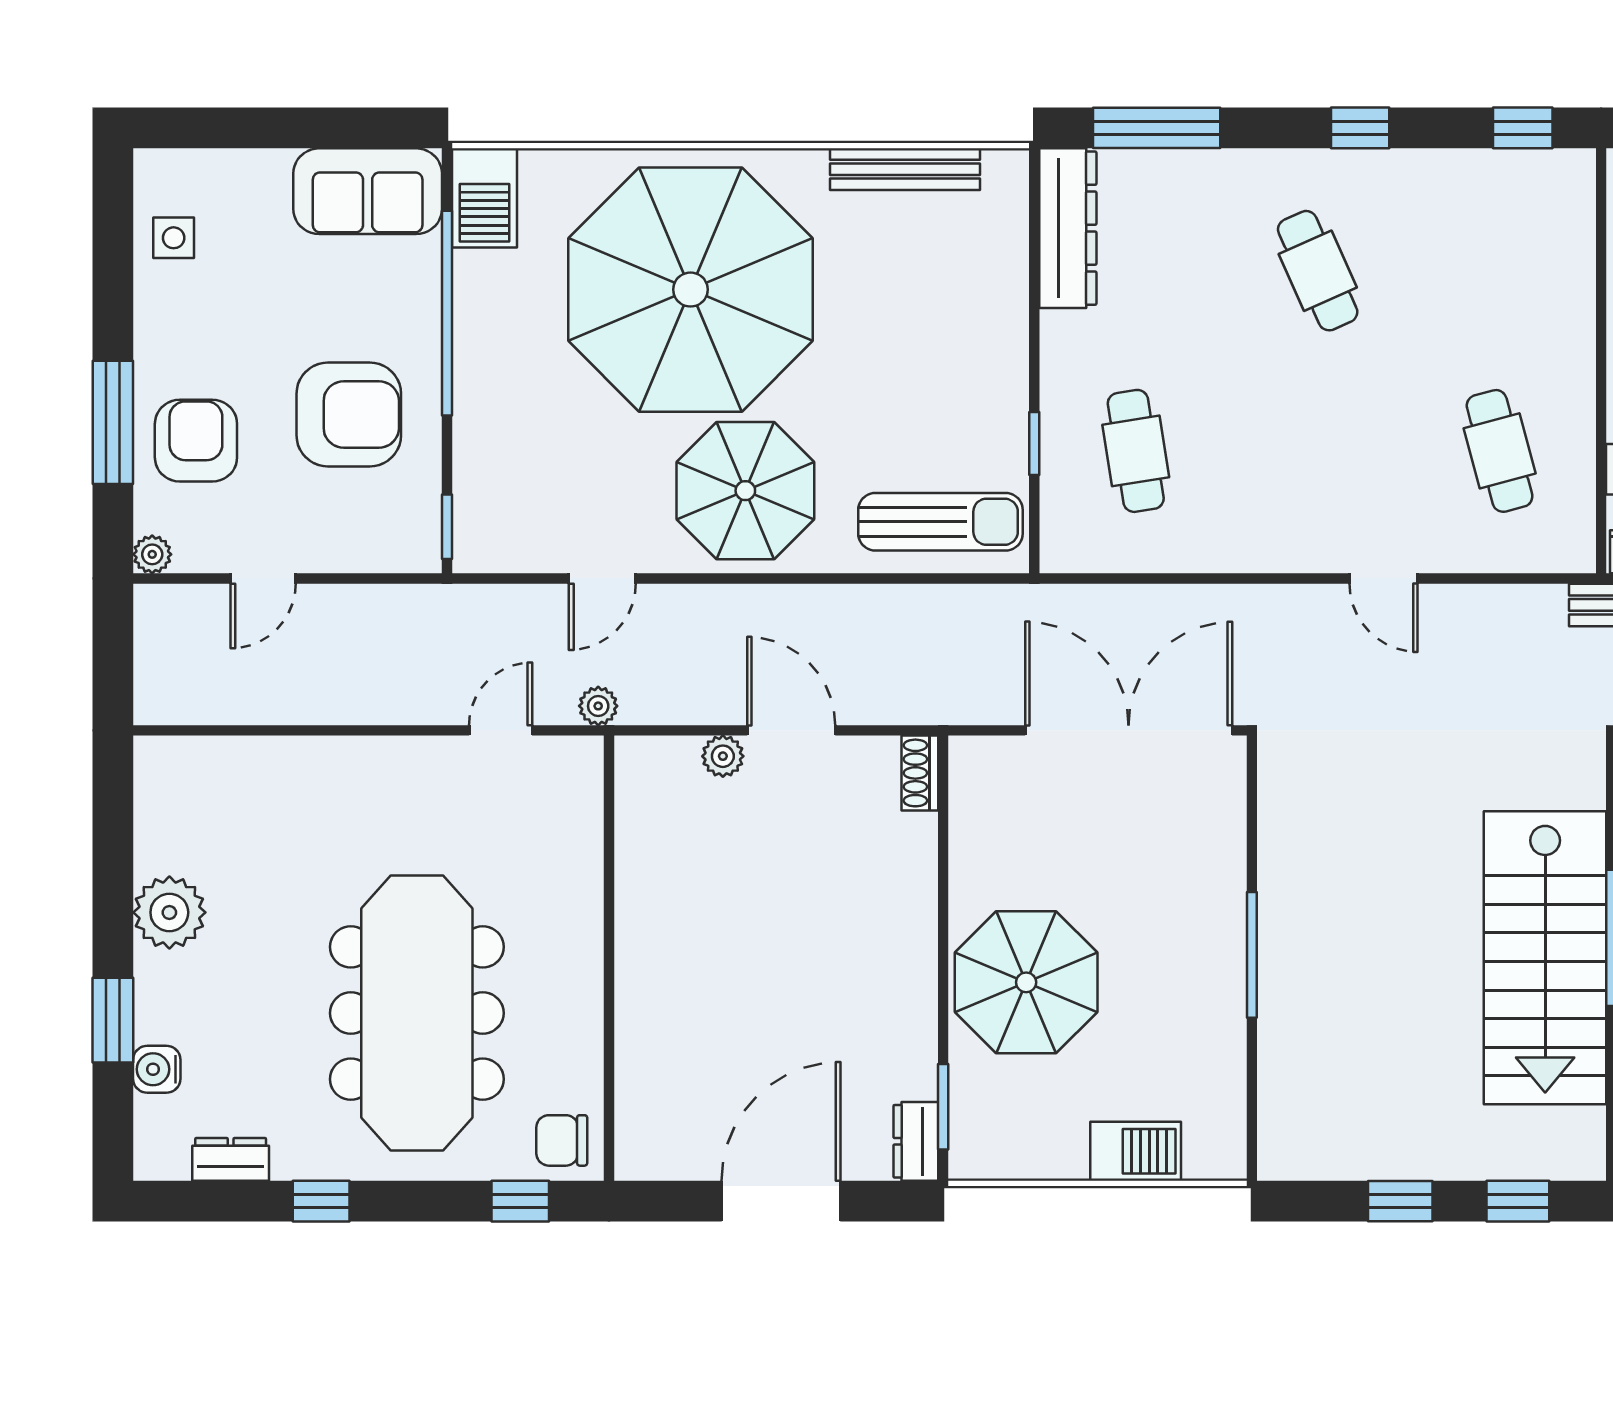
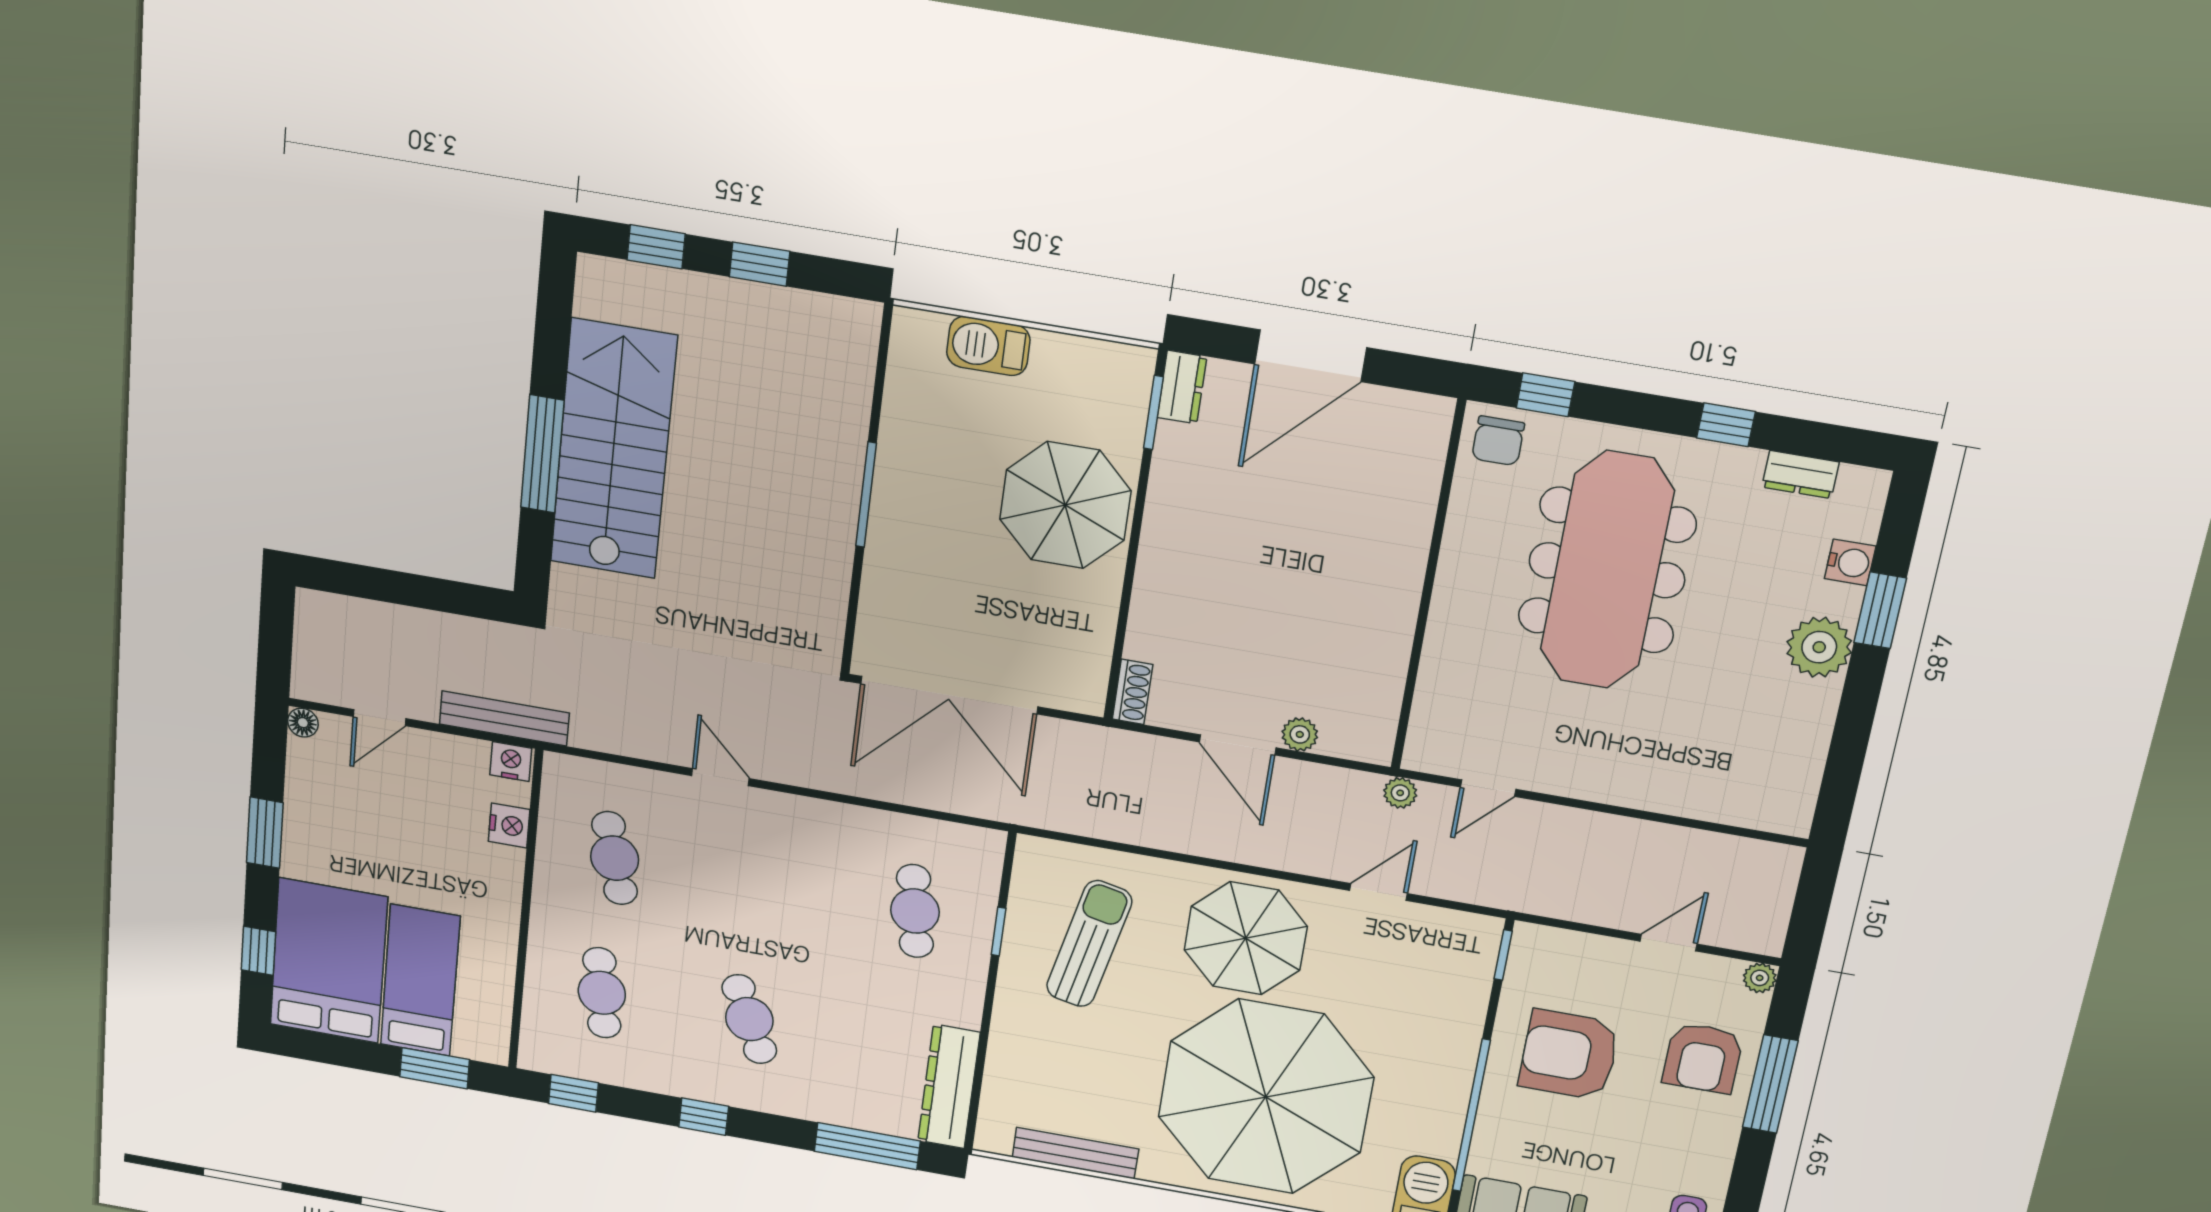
cafe table: (1500, 271) -> (602, 993), added
sun lounger: (940, 522) -> (1089, 944), moved, turned 102
plant: (169, 912) -> (1819, 647), moved
chair: (562, 1140) -> (1498, 441), turned 90

